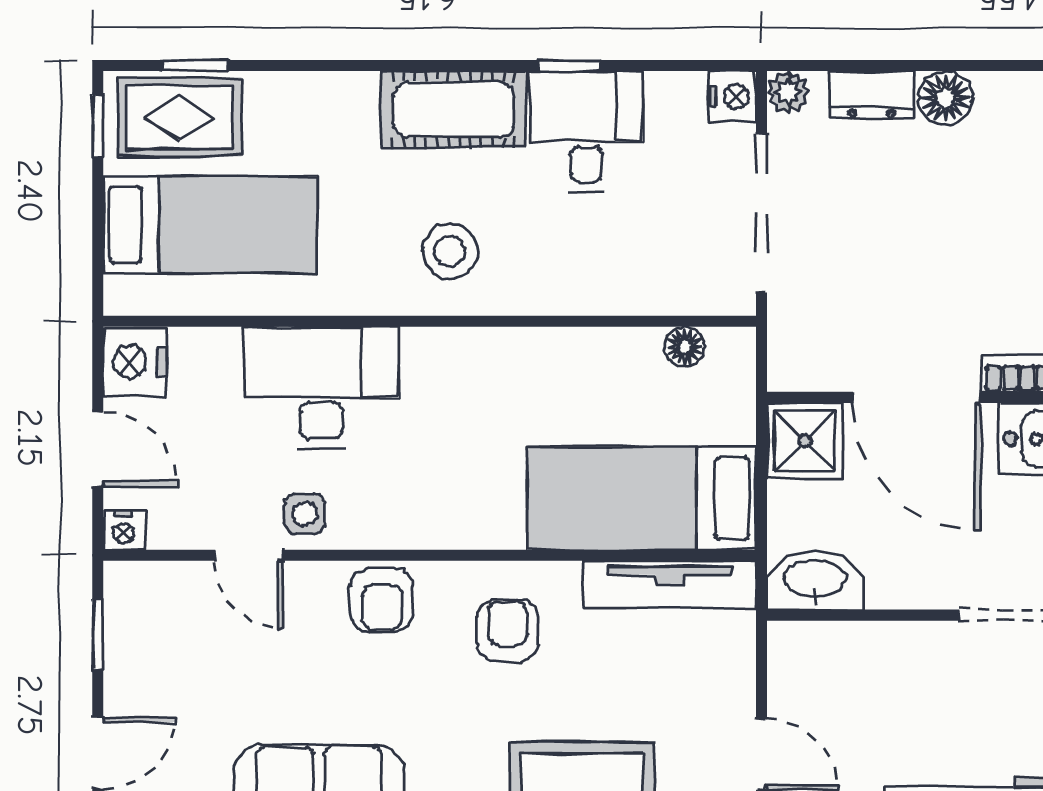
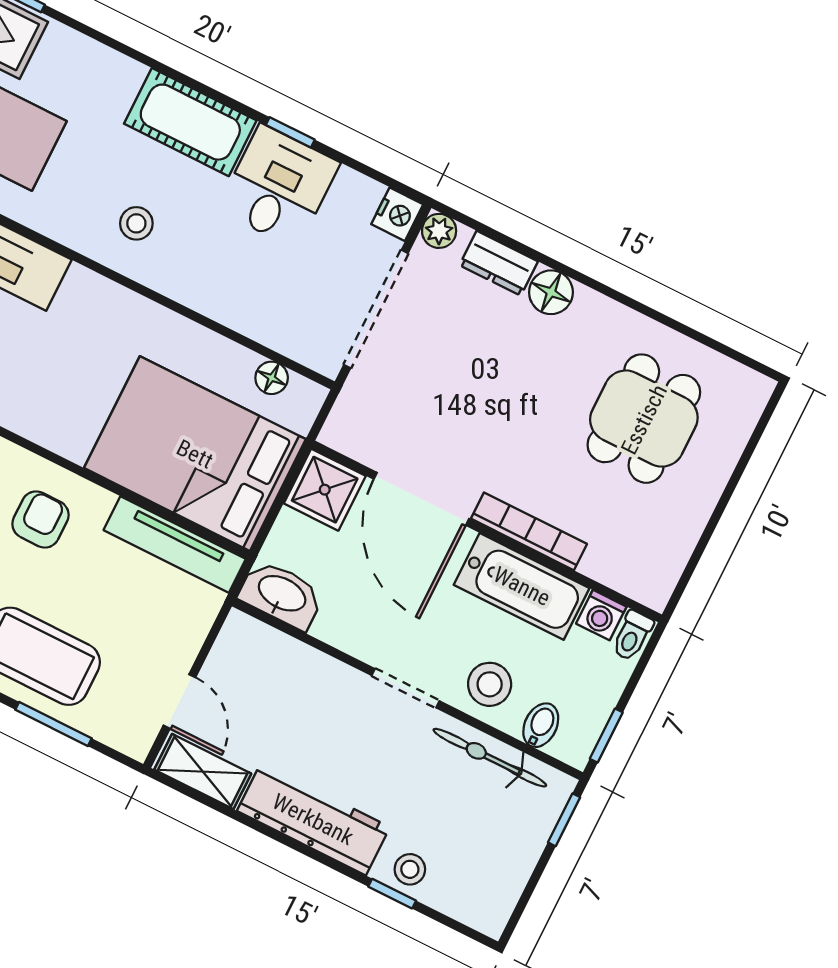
stool: (450, 251) -> (136, 223), width x0.73, depth x0.73
bed: (642, 498) -> (195, 454), width x1.50

